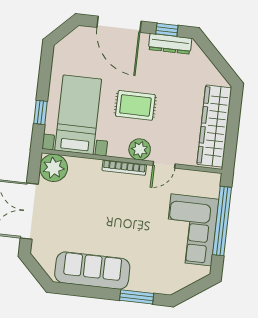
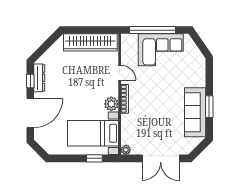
rug: (135, 105) -> (83, 96), removed
plant: (140, 149) -> (111, 104), moved
plant: (54, 168) -> (126, 150), width x0.53, depth x0.53
window: (137, 297) -> (209, 107), moved

